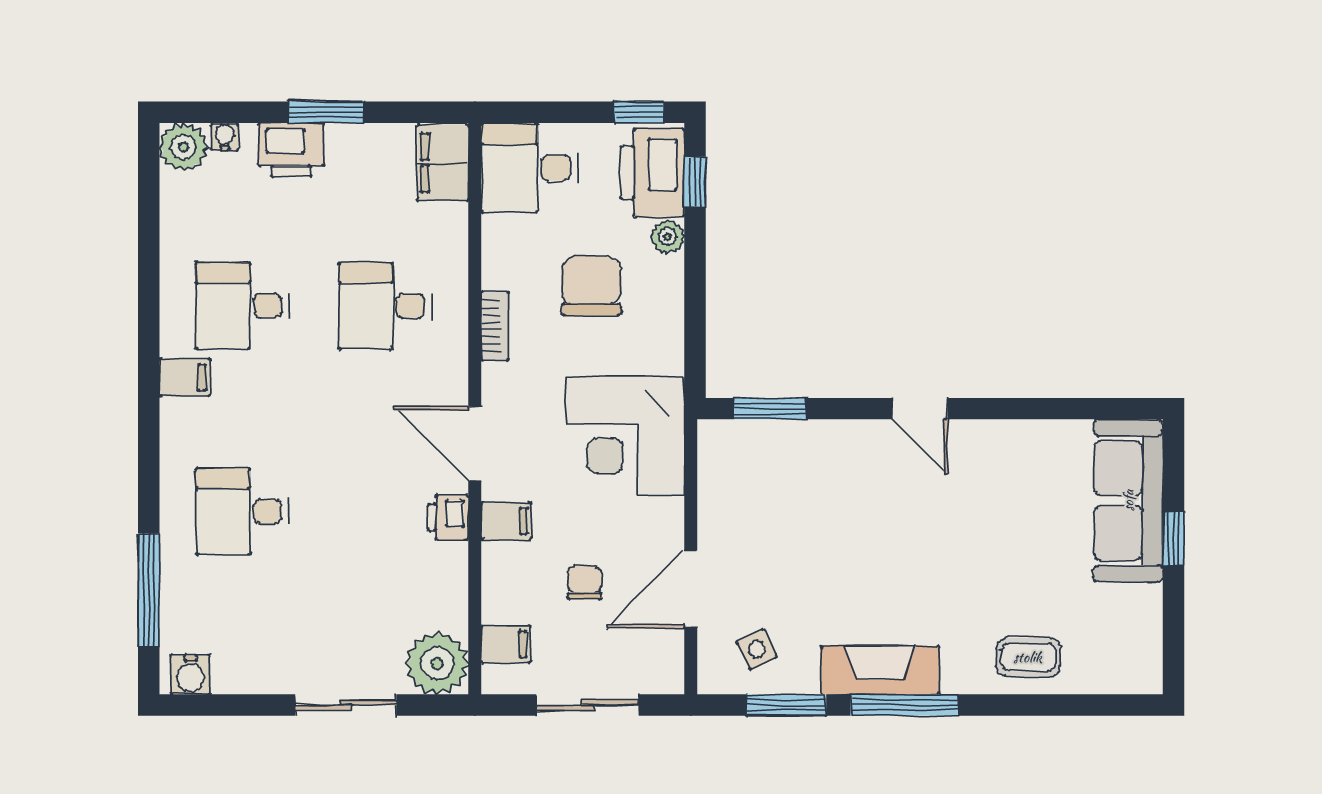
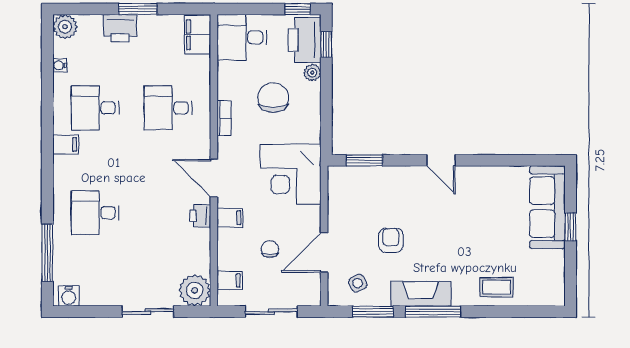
water cooler: (225, 136) -> (60, 65), moved, turned -90
armchair: (822, 565) -> (391, 240), added

